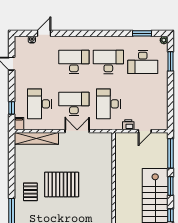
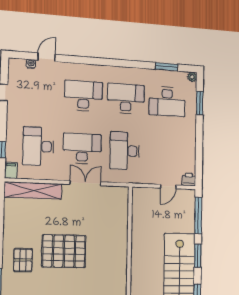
printer: (128, 125) -> (189, 180), moved

